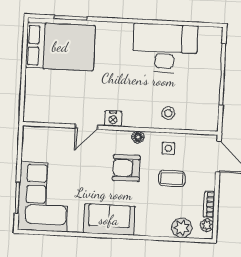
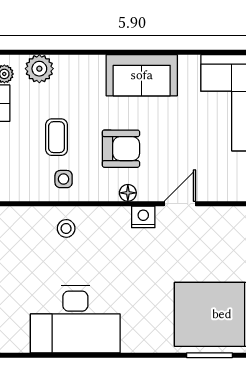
floor lamp: (138, 137) -> (128, 193), moved
coffee table: (172, 178) -> (57, 137), turned 90

